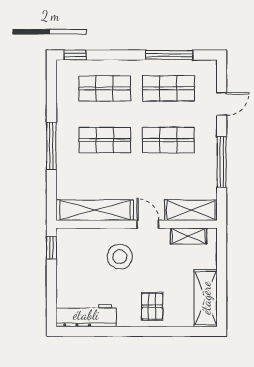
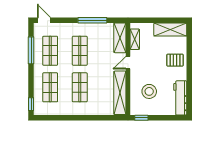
door: (222, 104) -> (44, 20), moved
window: (51, 146) -> (83, 118), removed
stool: (120, 257) -> (149, 91), moved

